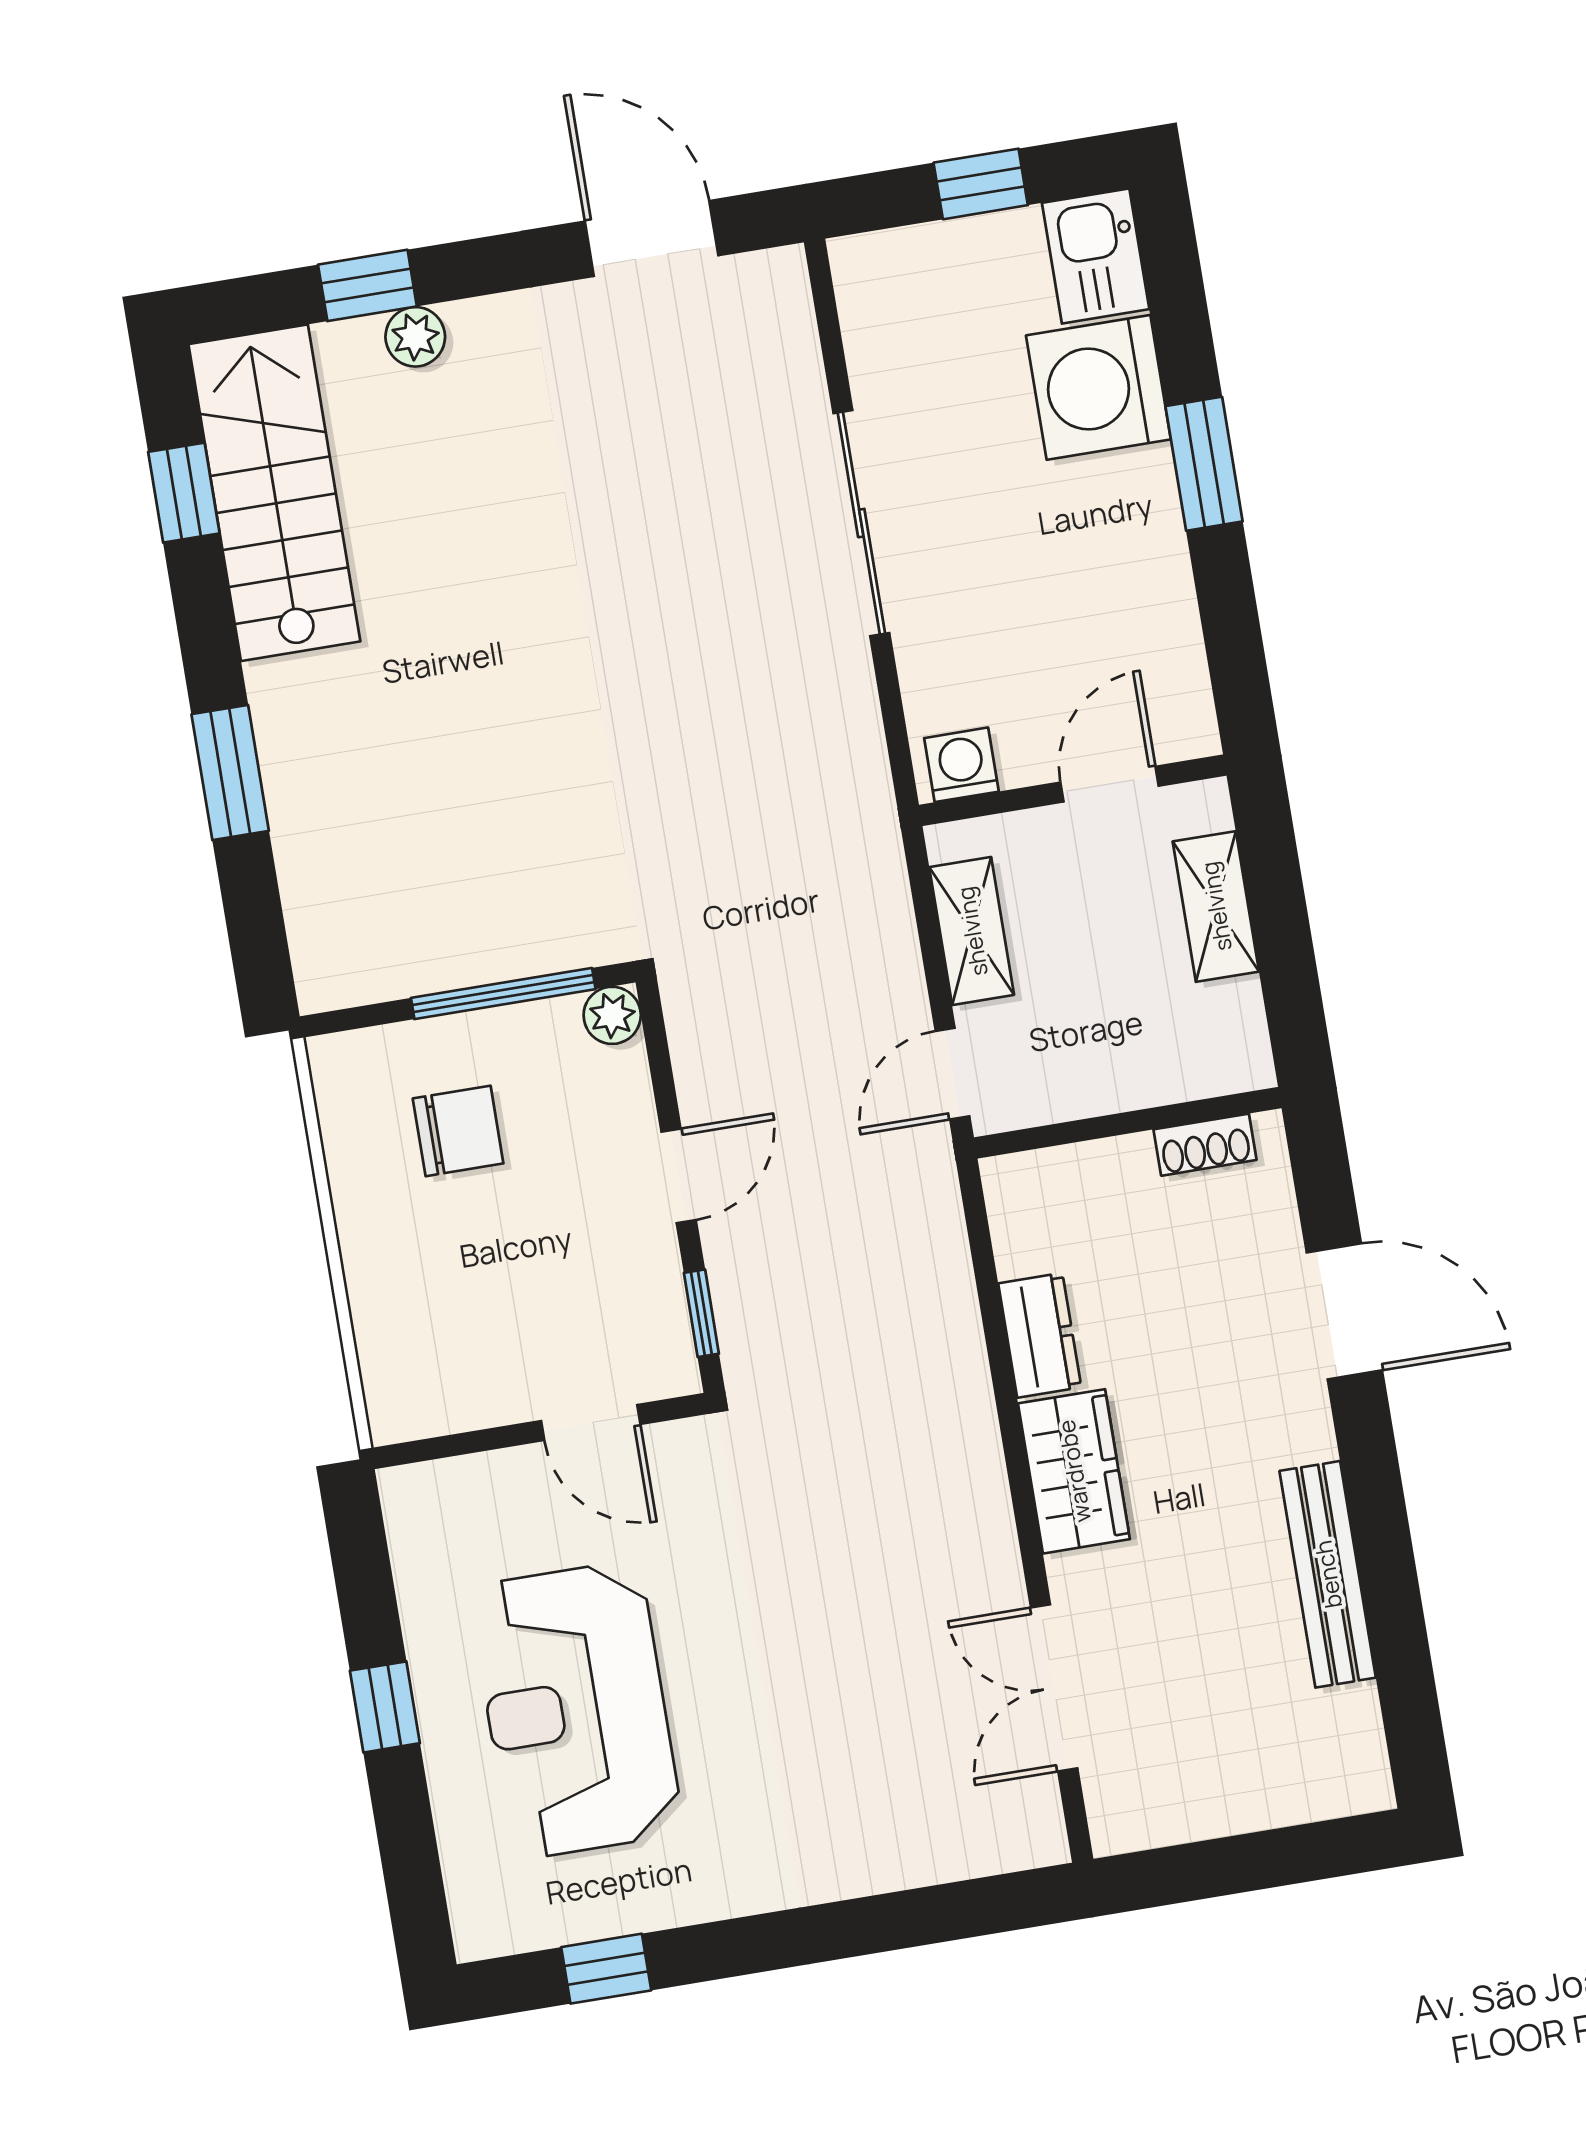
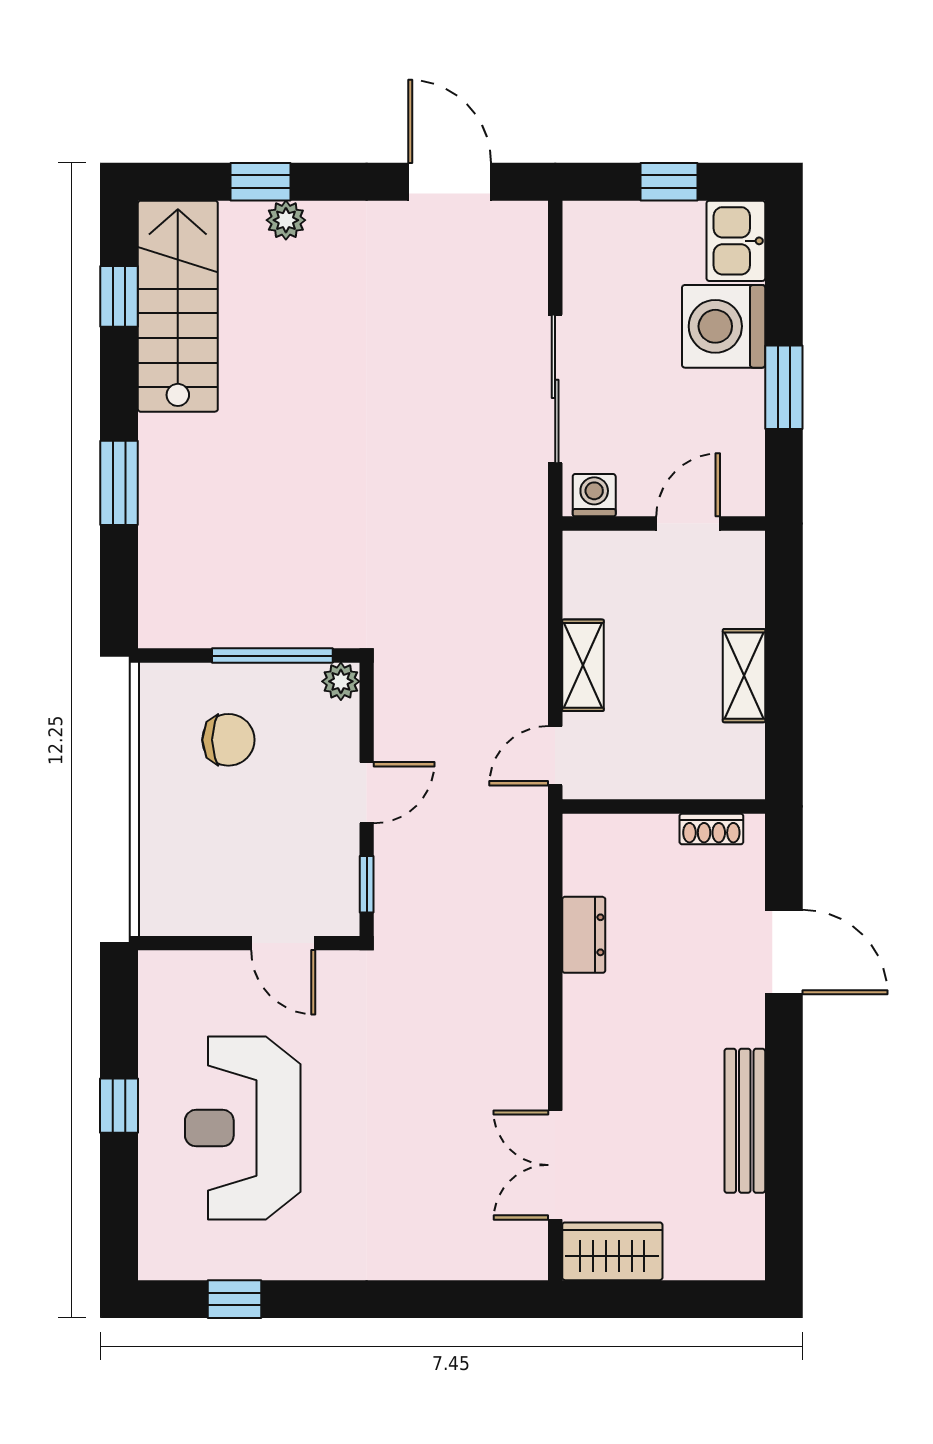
washing machine: (961, 765) -> (594, 495), moved
door: (1109, 784) -> (688, 524), moved
wall: (1073, 790) -> (664, 524), moved
wardrobe: (1074, 1471) -> (612, 1251), moved, turned -90

